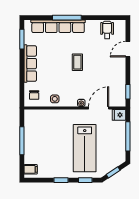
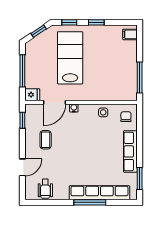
coffee table: (77, 62) -> (46, 140), moved
window: (22, 141) -> (140, 78), moved

